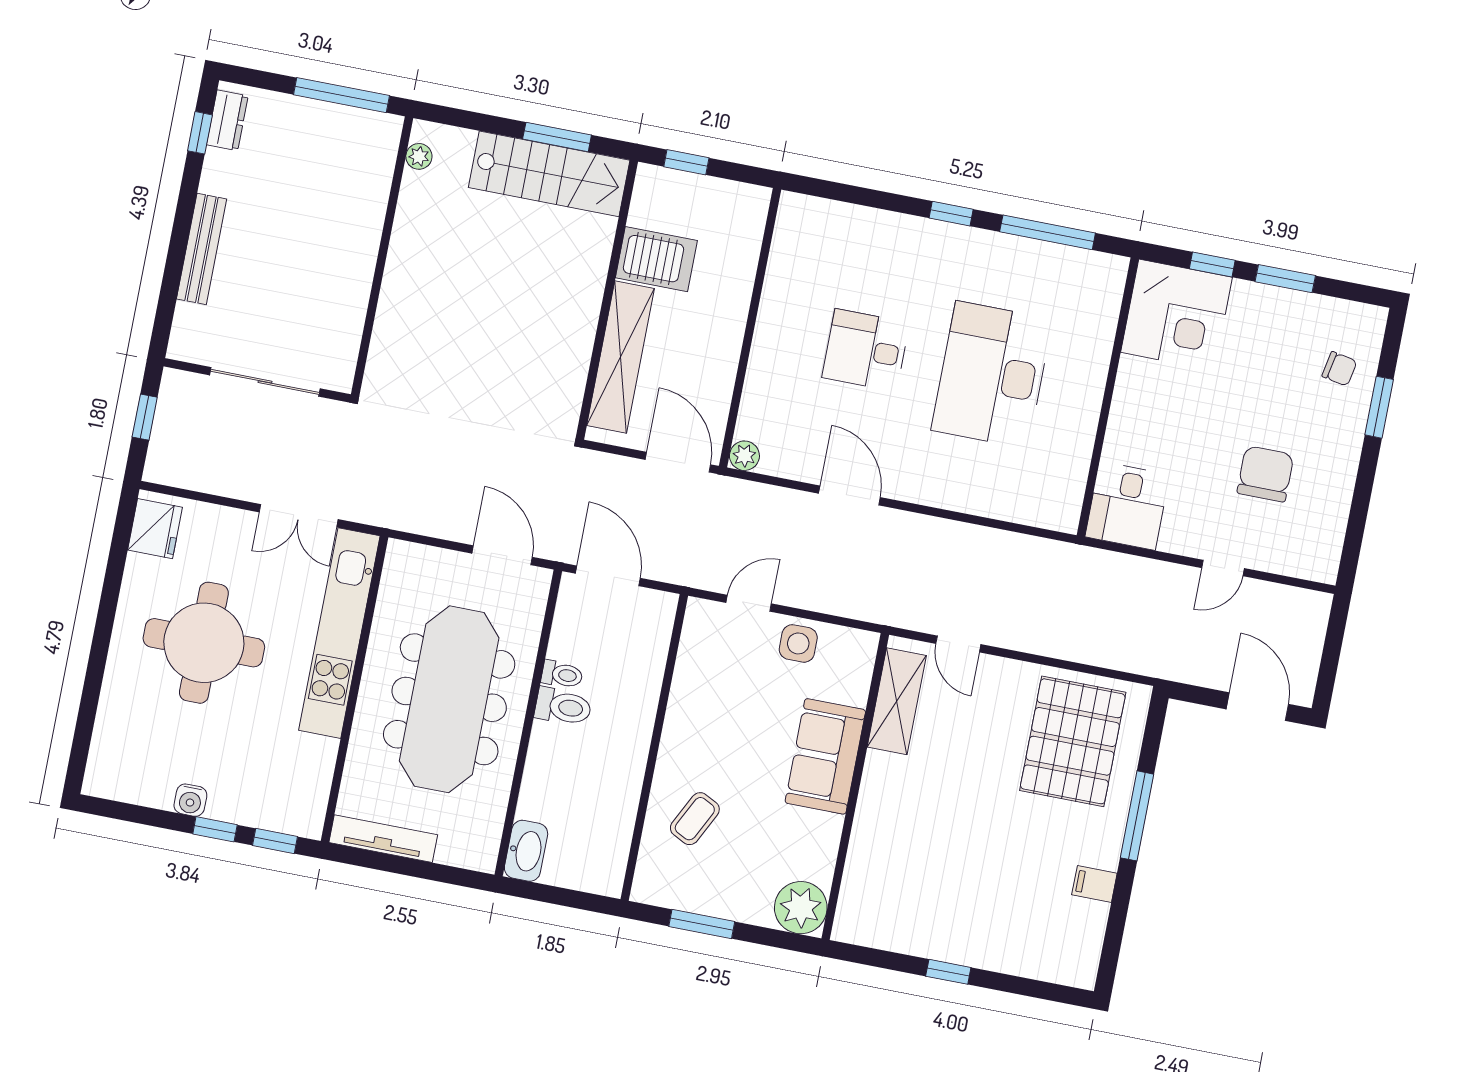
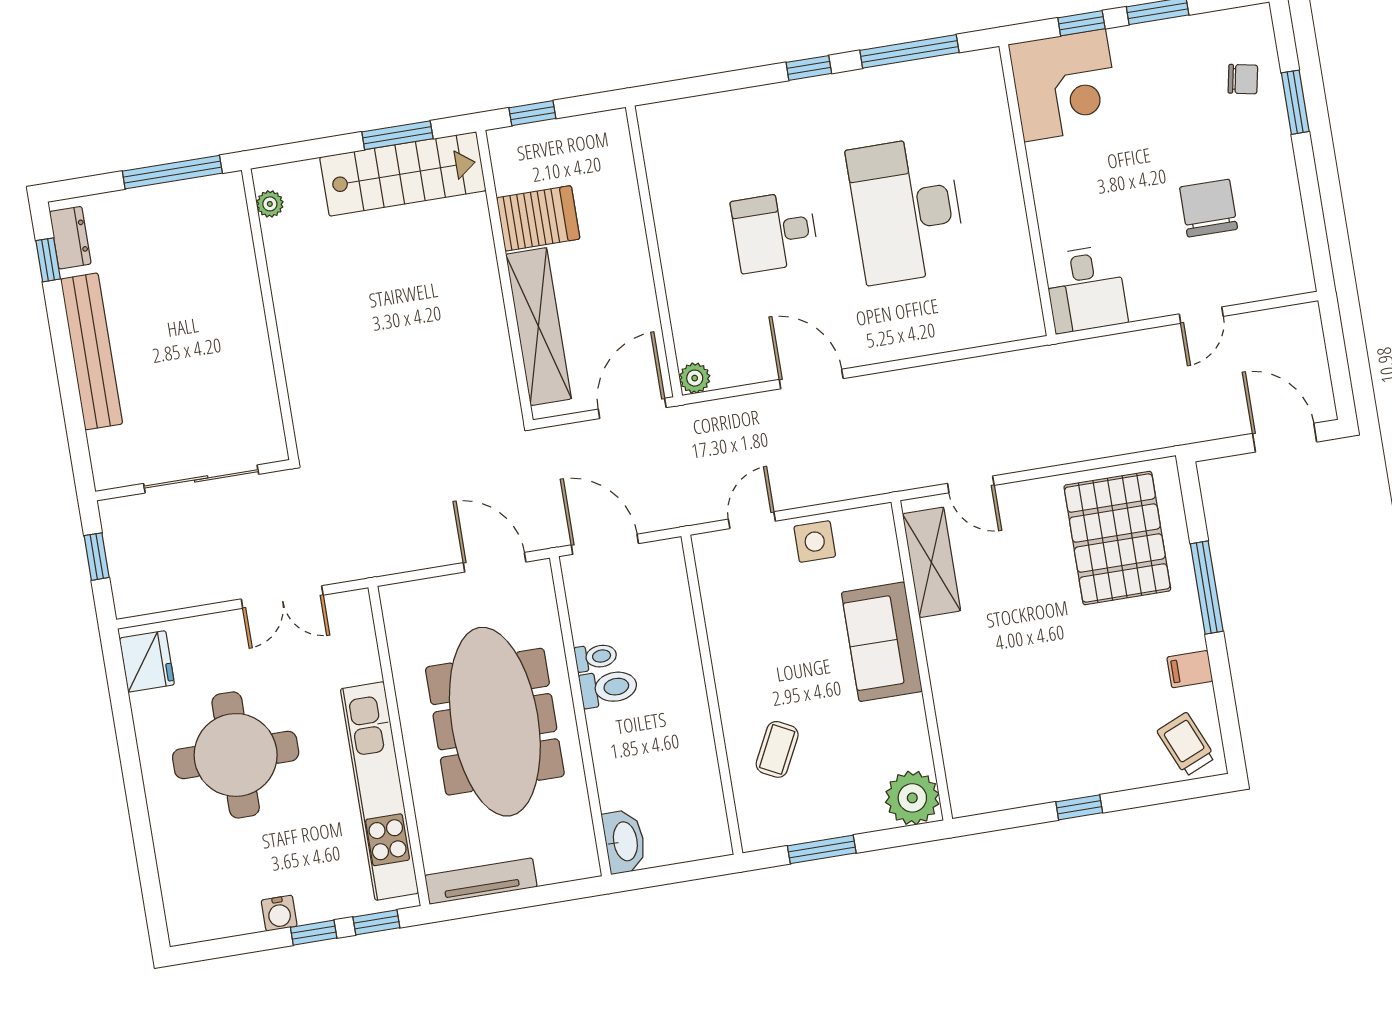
bench: (202, 249) -> (91, 351), width x1.37, depth x1.21
door: (678, 462) -> (632, 408), hinge flipped
kitchen unit: (339, 633) -> (380, 791), moved
trolley: (1066, 951) -> (1186, 744), added

